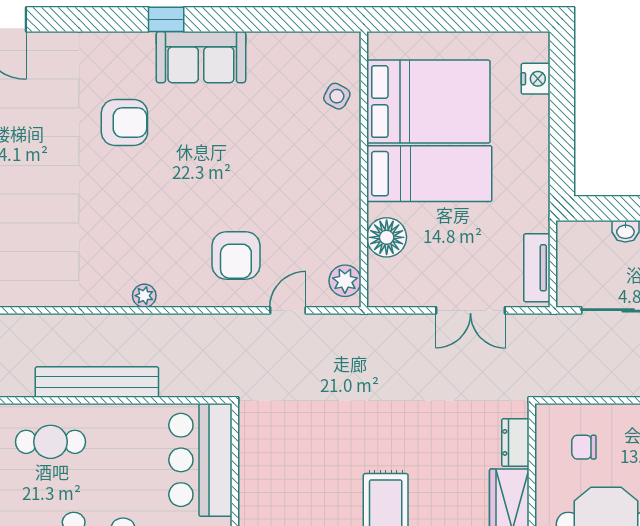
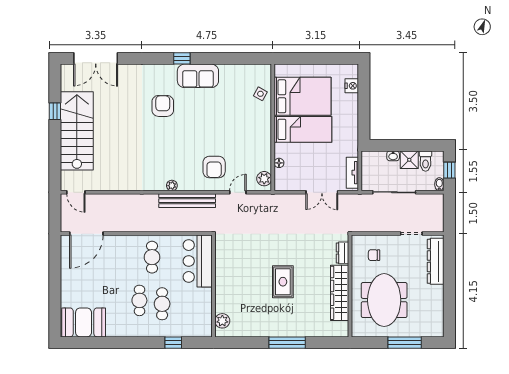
armchair: (124, 123) -> (163, 106), turned -90
floor lamp: (387, 237) -> (279, 163), width x0.53, depth x0.53
bench: (97, 382) -> (187, 201), moved
cafe table: (50, 442) -> (152, 257), moved, turned 90

